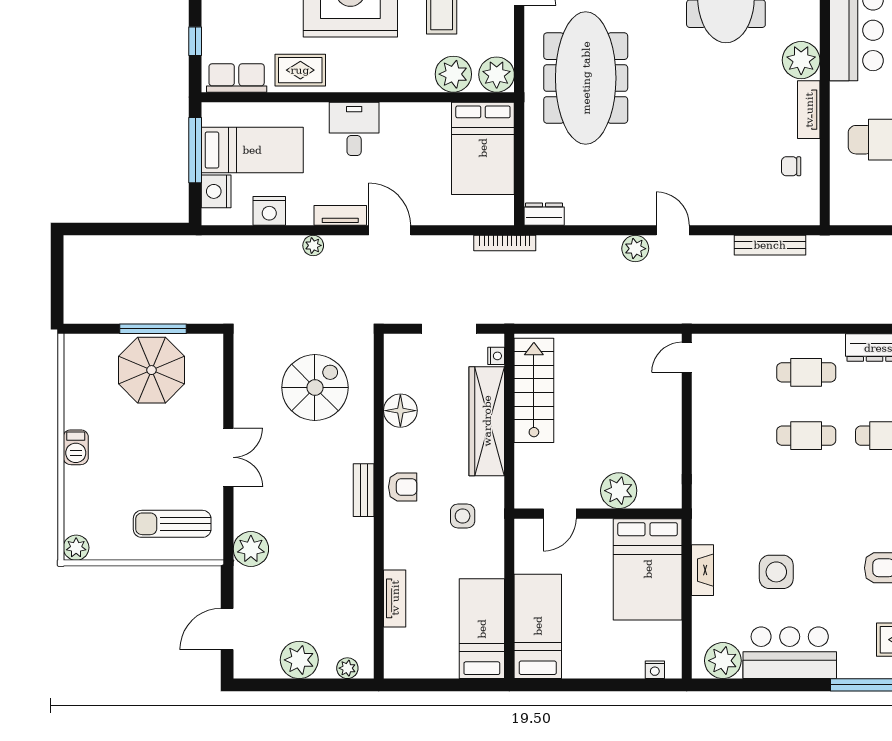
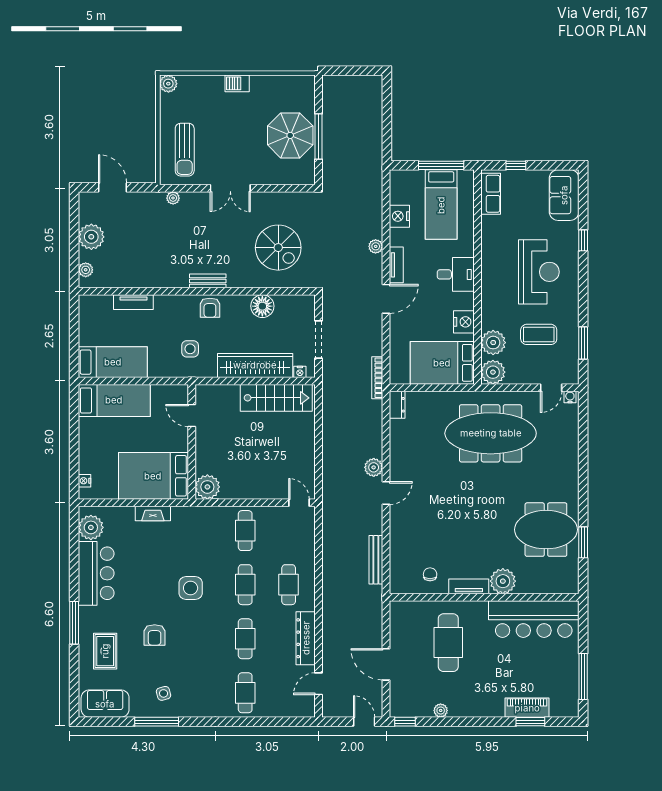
rug: (300, 70) -> (496, 237), removed
nightstand: (216, 191) -> (464, 322), moved, turned 90
cafe table: (727, 436) -> (245, 531), added
plant: (619, 491) -> (207, 487), moved
sun lounger: (172, 524) -> (185, 150), turned 180
plant: (251, 549) -> (173, 198), width x0.53, depth x0.53
side table: (776, 572) -> (191, 588), moved

